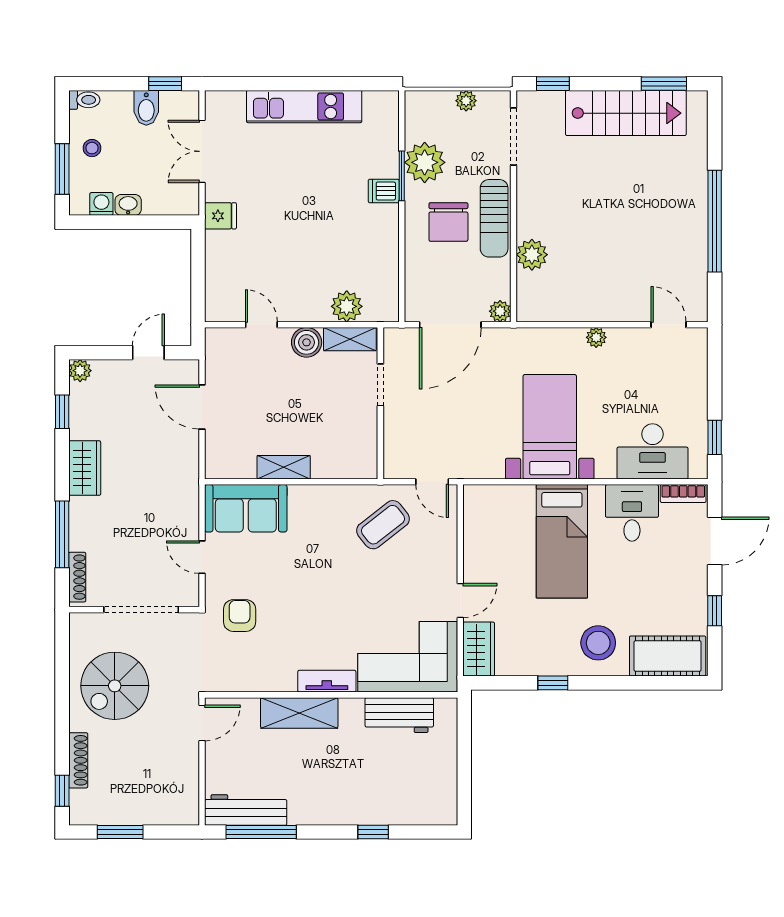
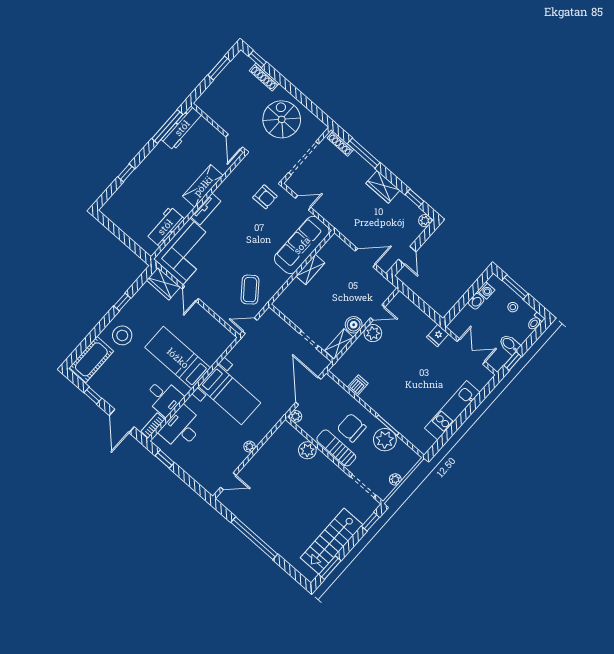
dishwasher: (384, 191) -> (358, 385), moved
plant: (347, 306) -> (373, 333), moved
sofa: (246, 508) -> (302, 245), width x1.36

